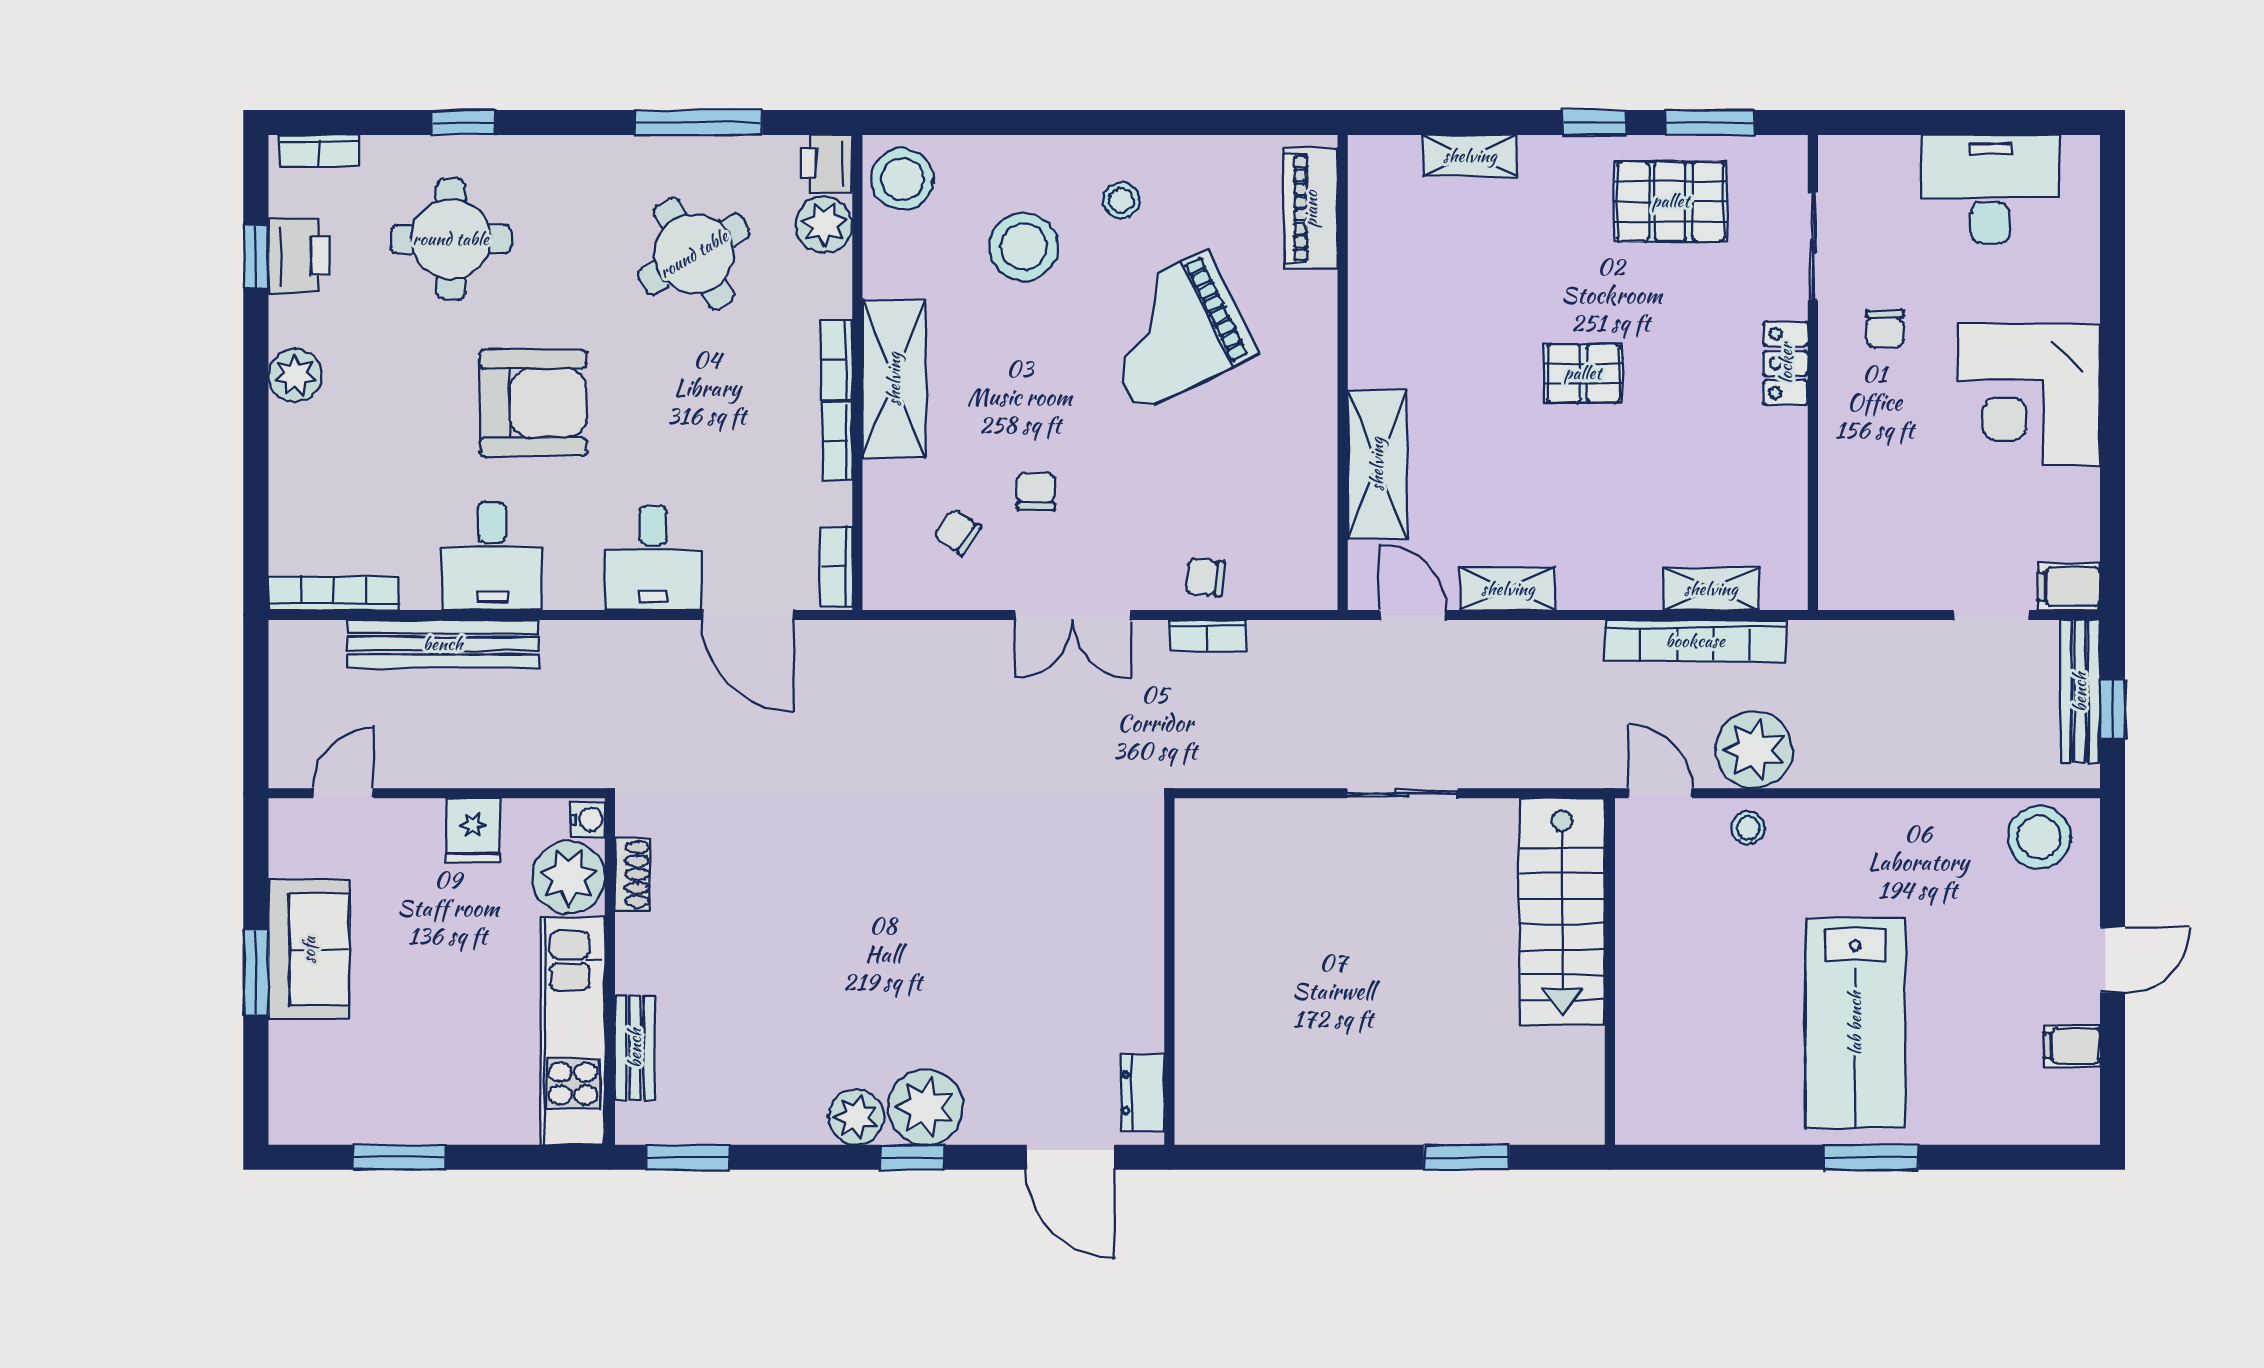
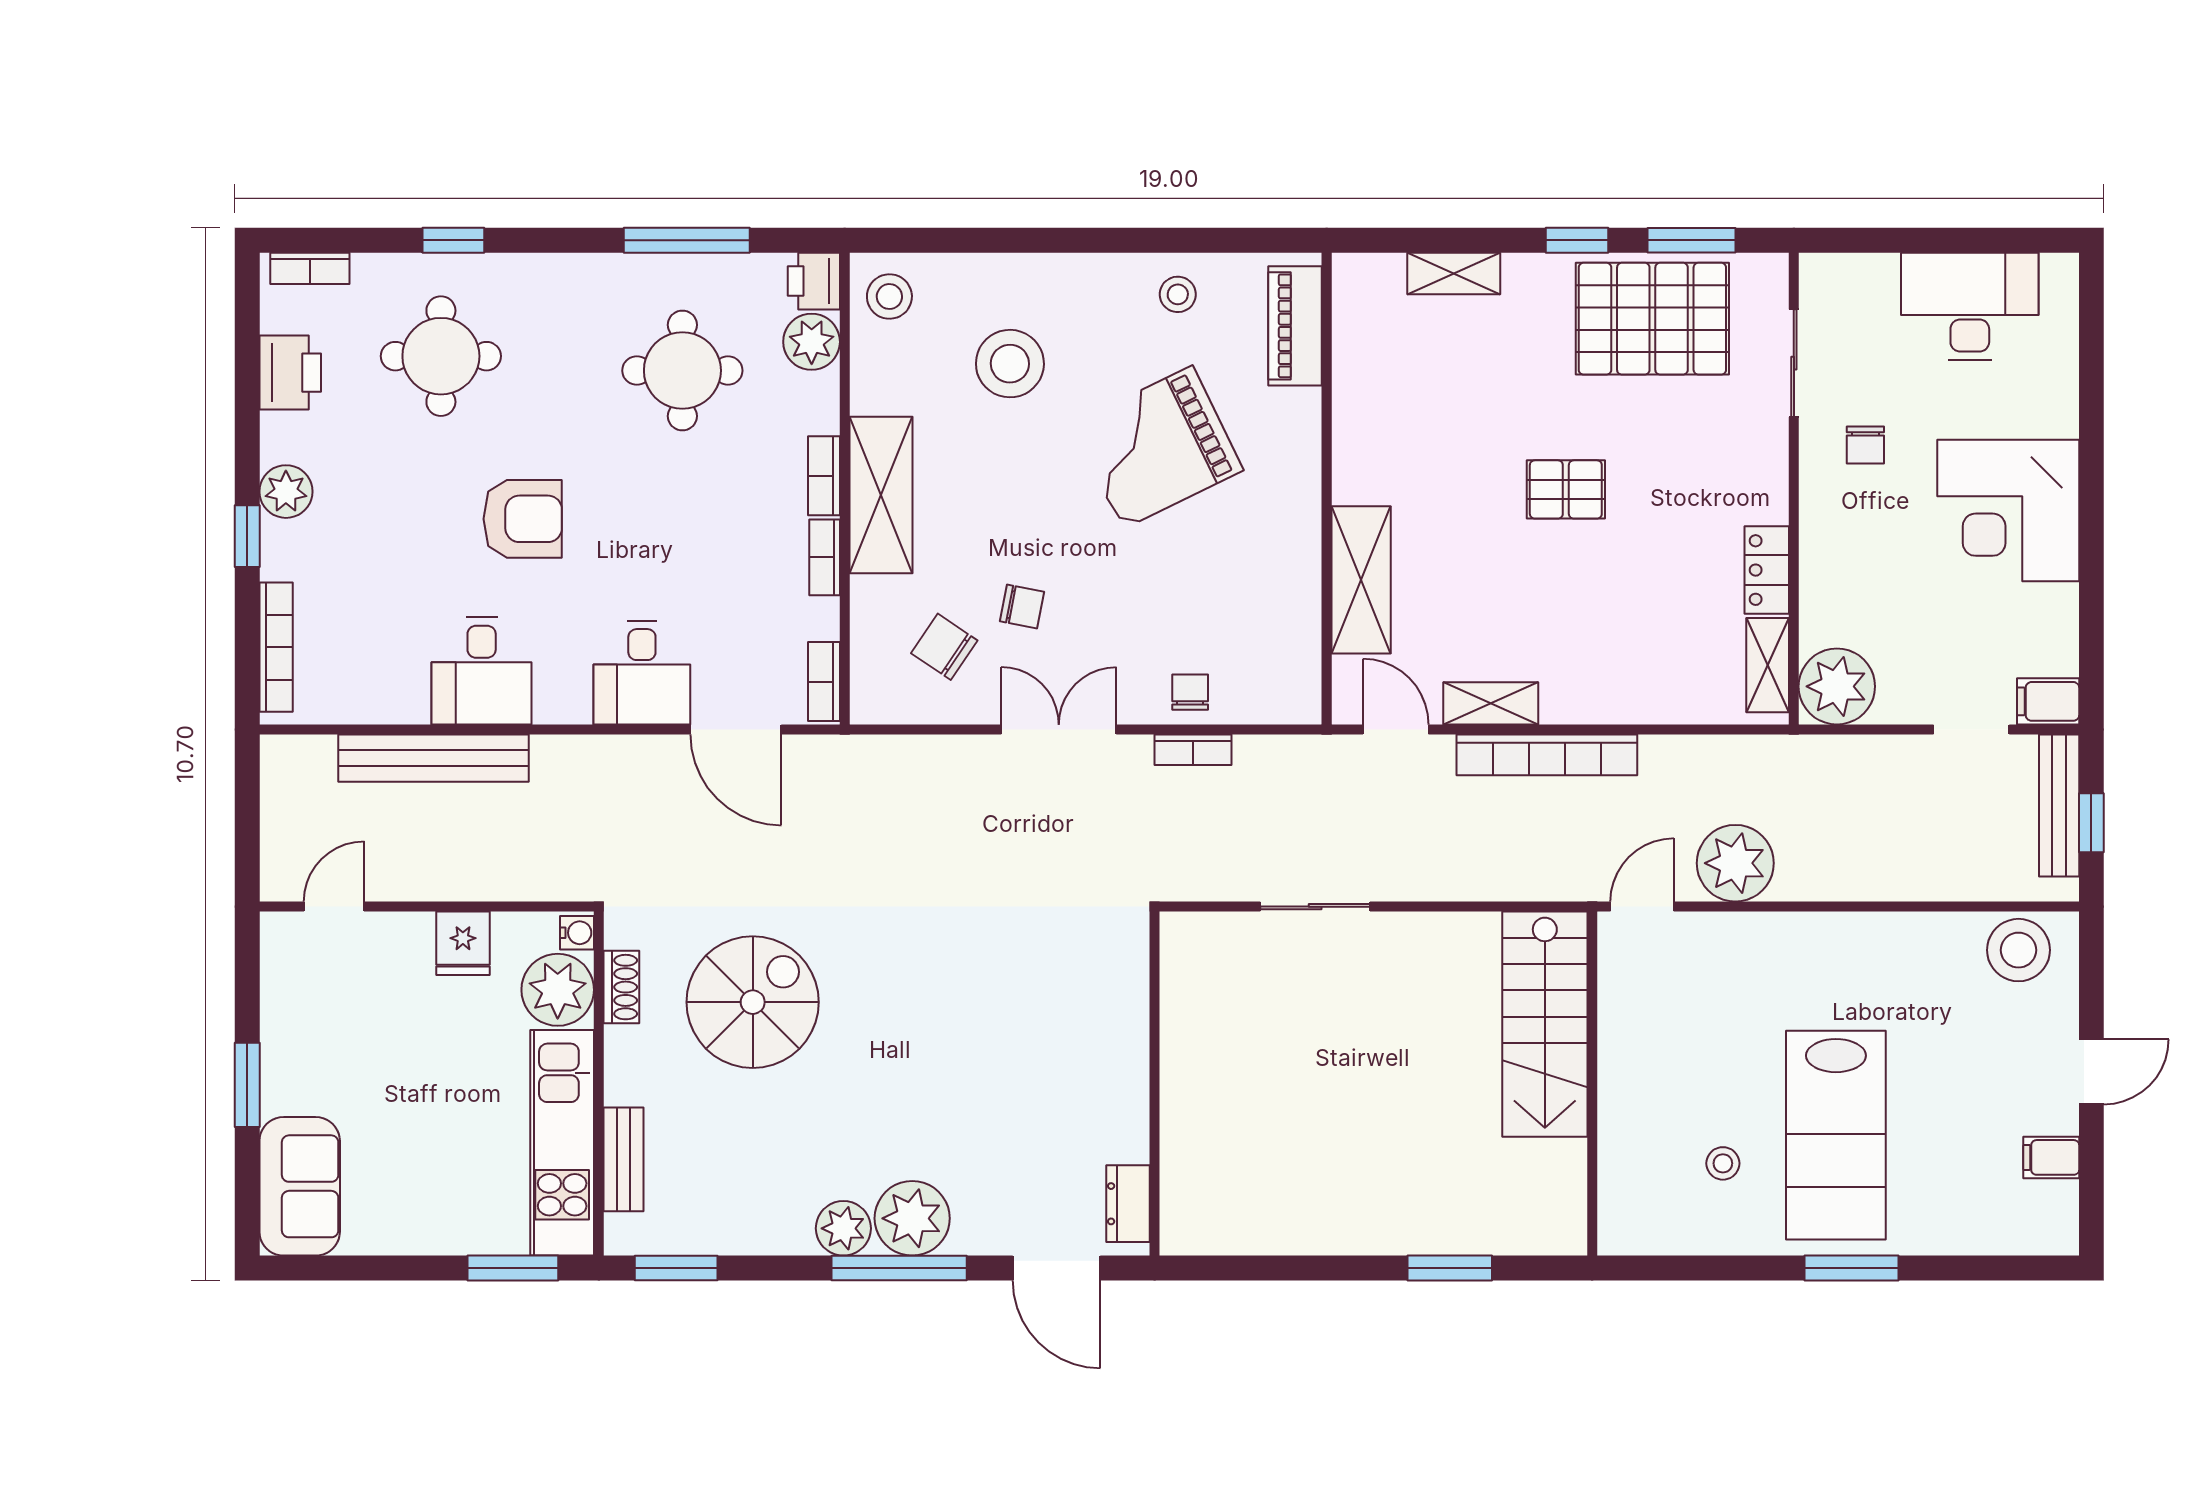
stool: (902, 179) -> (889, 297), width x0.73, depth x0.73
stool: (1121, 200) -> (1178, 294), moved
pallet: (1671, 201) -> (1652, 319), width x1.37, depth x1.41
round table: (694, 254) -> (682, 371), turned 31
window: (256, 257) -> (247, 536), moved
locker: (1786, 363) -> (1767, 570), moved
armchair: (533, 403) -> (523, 519), width x0.73, depth x0.73
chair: (1036, 491) -> (1022, 607), turned 101
chair: (958, 532) -> (944, 647), width x1.37, depth x1.37
plant: (1856, 572) -> (1837, 686), added
chair: (1205, 577) -> (1190, 692), turned 84
shelving: (1711, 589) -> (1768, 665), moved, turned 90
bookcase: (334, 593) -> (276, 647), moved, turned 90
double door: (1073, 615) -> (1059, 730), swing flipped
bookcase: (1695, 641) -> (1547, 755), moved
sliding door: (1402, 793) -> (1315, 907), moved
door: (1660, 793) -> (1642, 907), hinge flipped
stool: (1748, 828) -> (1723, 1163), moved
spiral stairs: (765, 889) -> (753, 1002), added
sofa: (309, 950) -> (300, 1186), moved
window: (399, 1157) -> (513, 1268), moved
window: (912, 1157) -> (899, 1268), width x2.17

